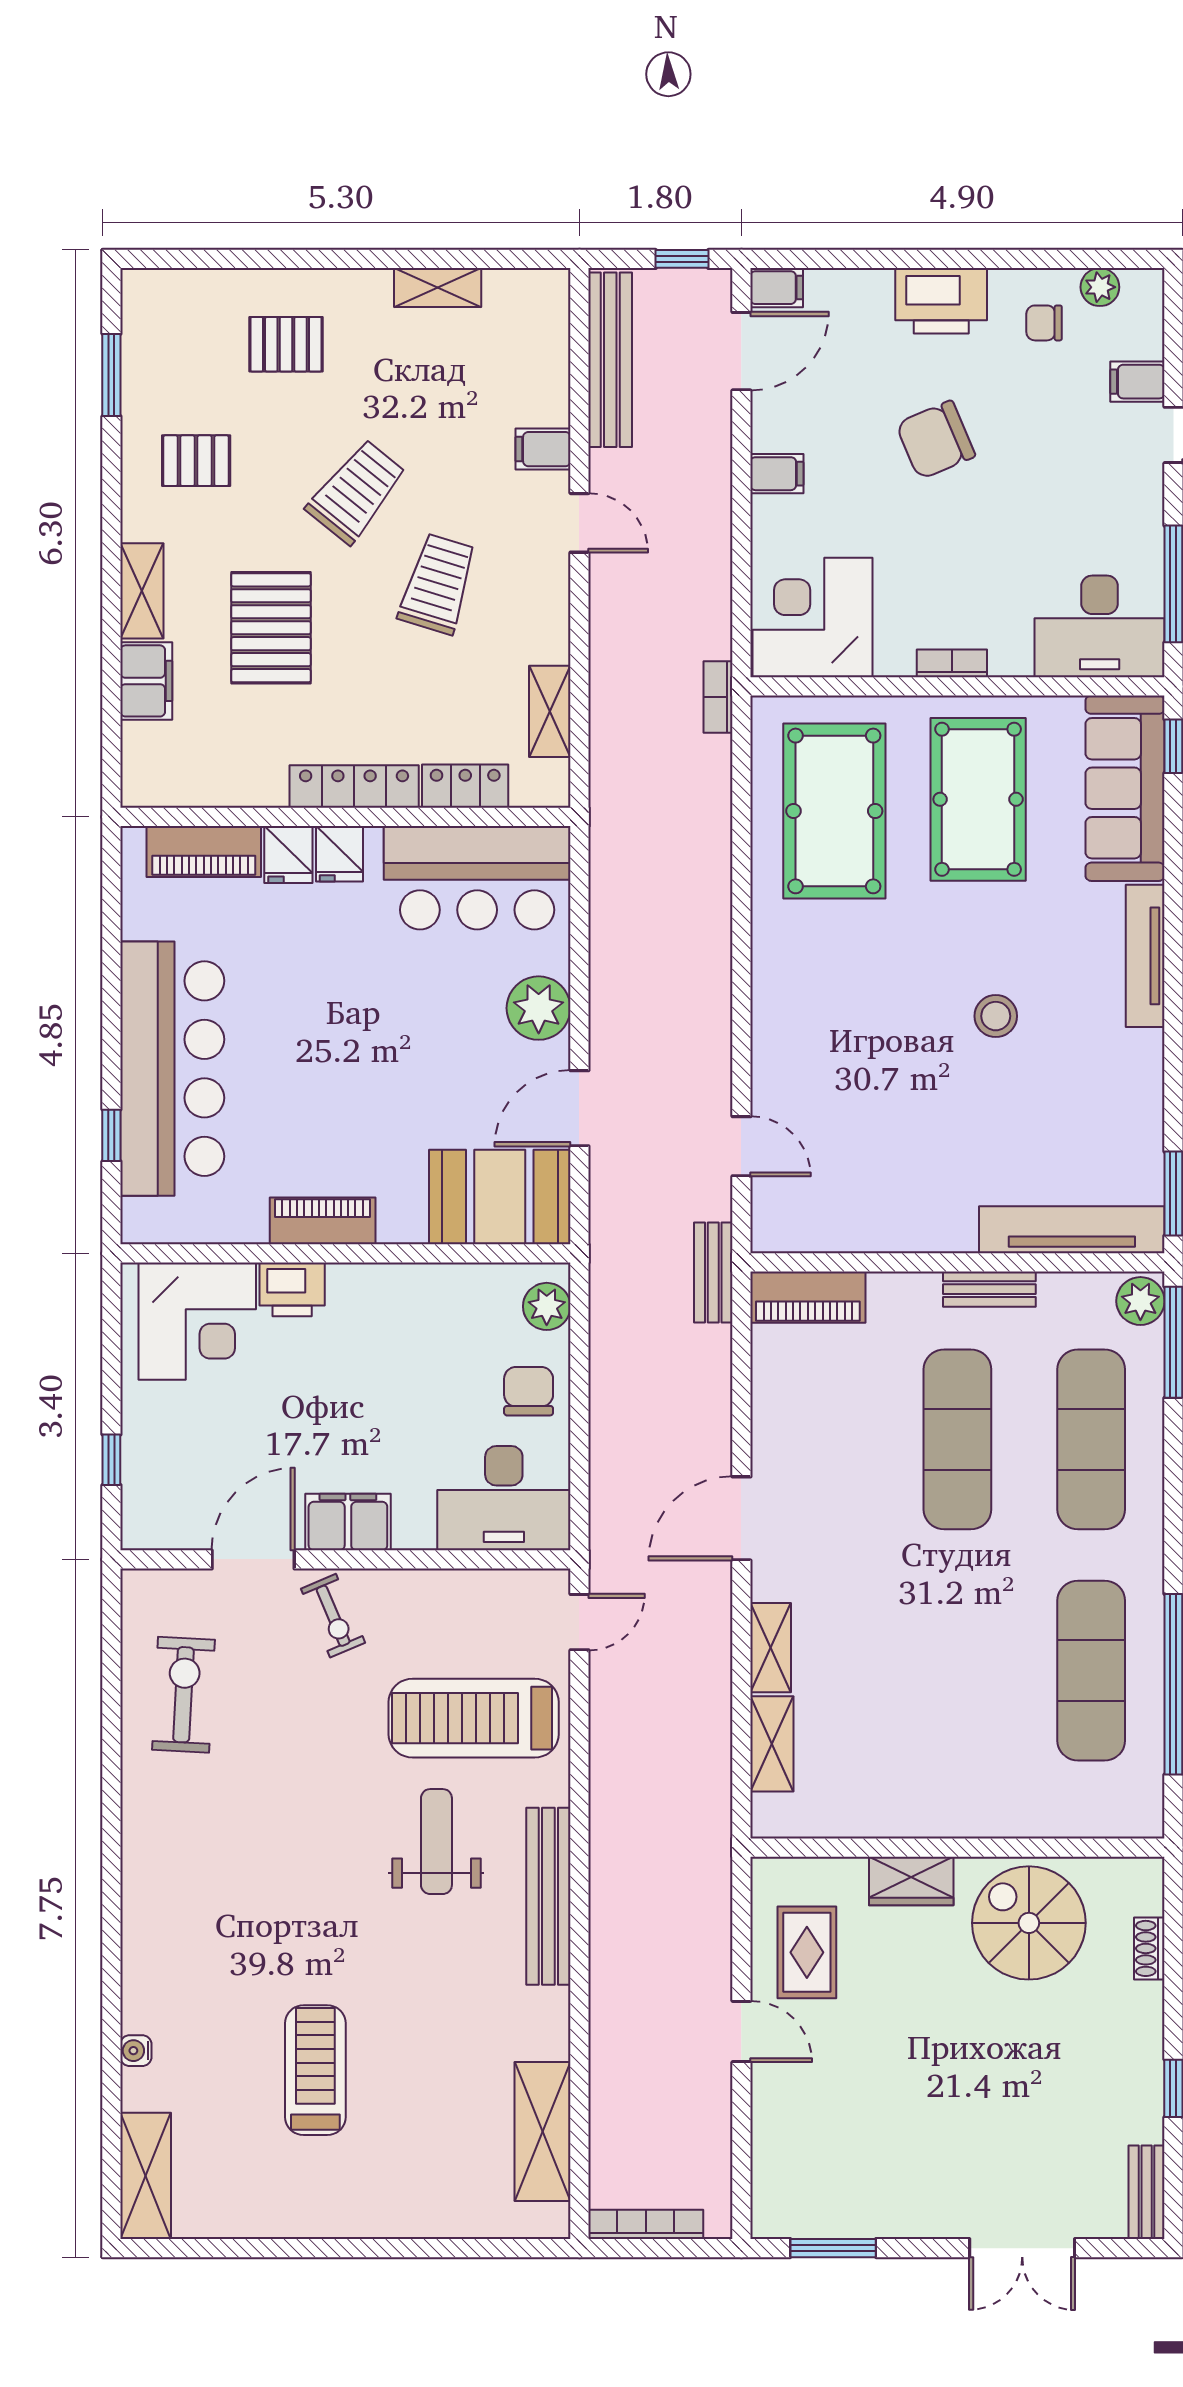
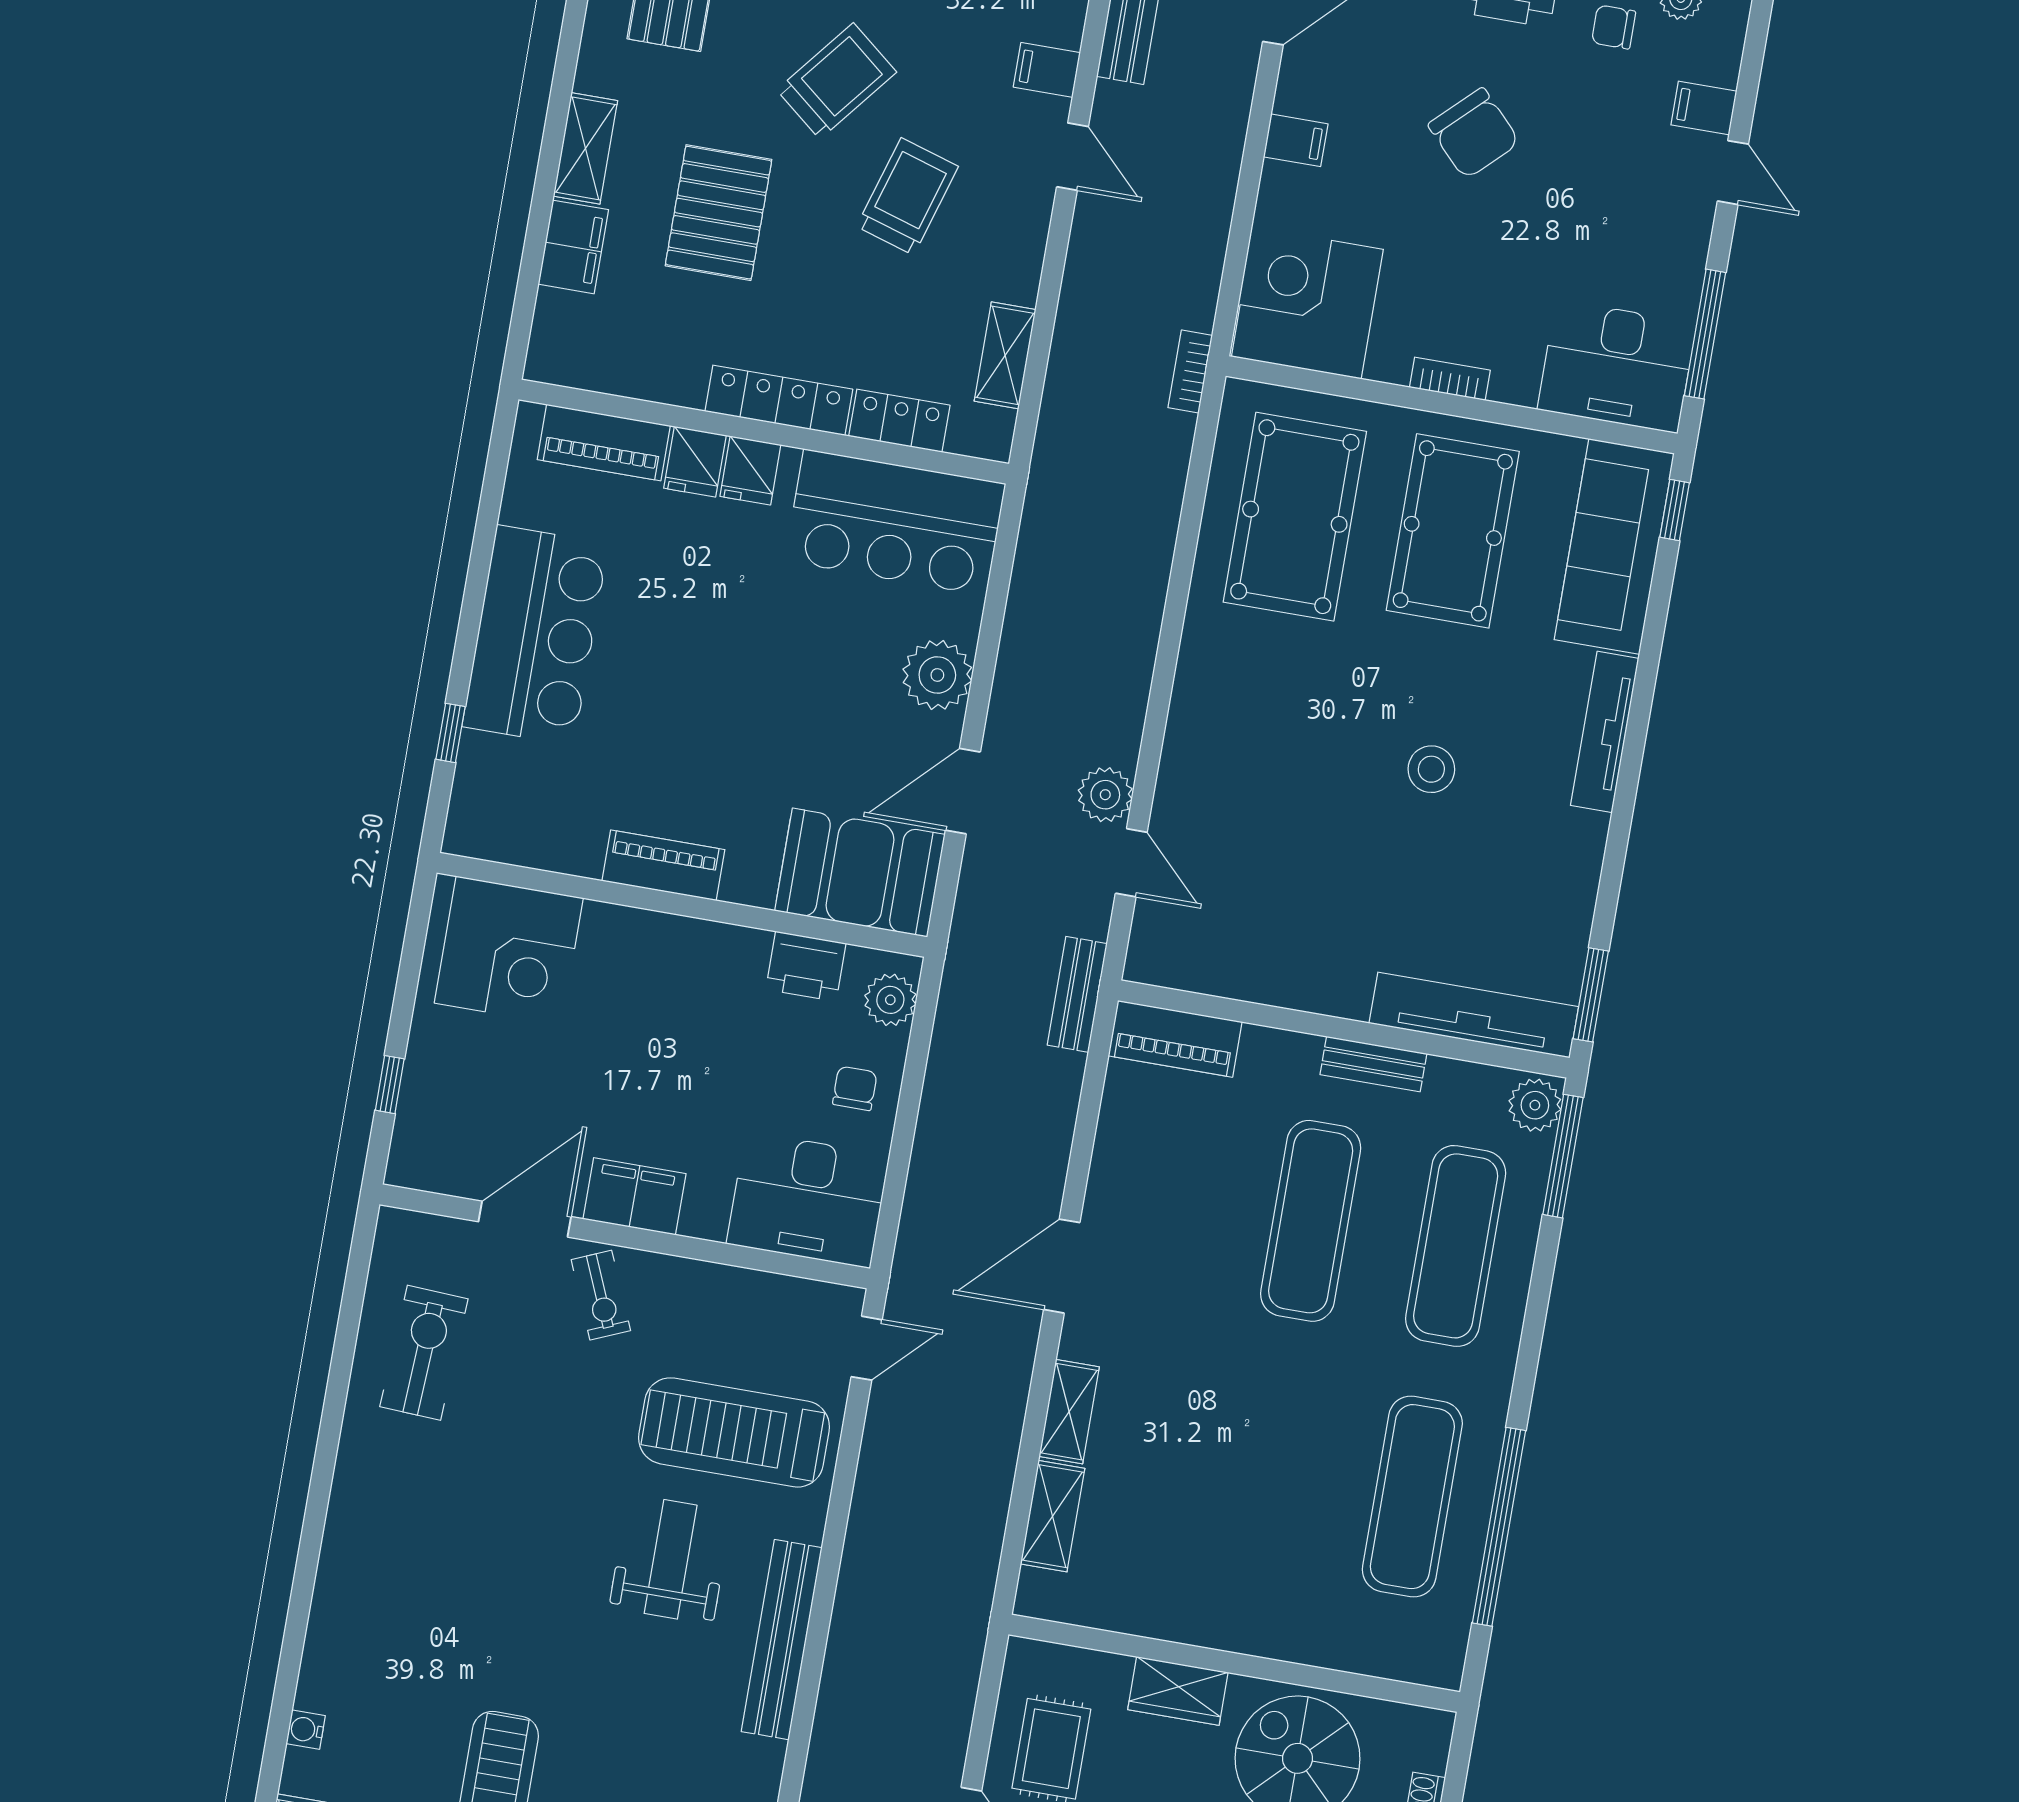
chair: (936, 440) -> (1474, 133), turned -111
bar counter: (172, 1069) -> (535, 635), width x0.73
plant: (708, 1089) -> (1105, 795), added
printer: (292, 1289) -> (806, 966), moved
chair: (529, 1391) -> (855, 1088), width x0.73, depth x0.73

